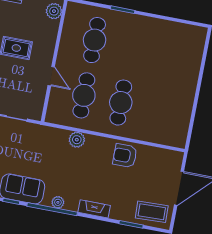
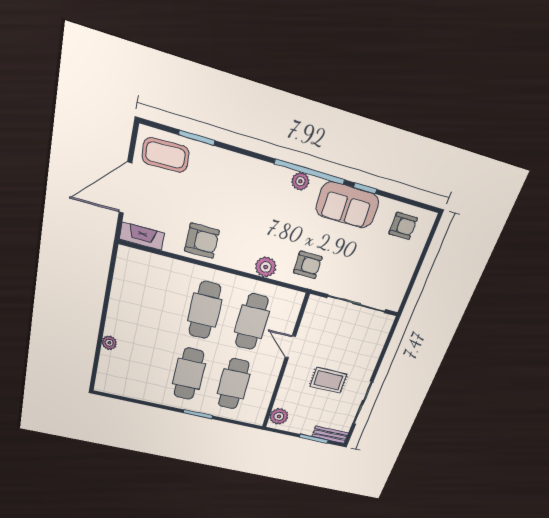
cafe table: (131, 47) -> (189, 374), added
plant: (194, 71) -> (109, 343), added
armchair: (45, 144) -> (308, 265), added
fireplace: (94, 209) -> (142, 236), moved, turned 180

